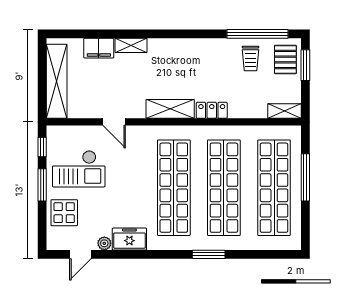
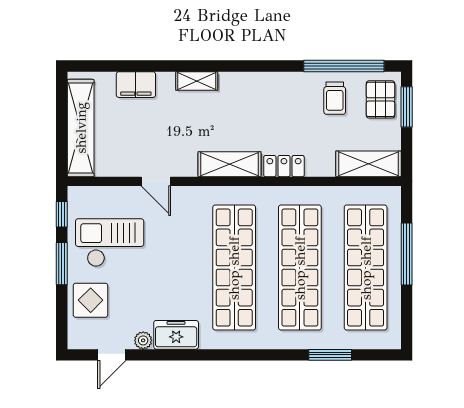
shelving: (131, 45) -> (197, 81), moved
shelving: (285, 111) -> (368, 164), width x1.50, depth x1.33
checkout: (79, 169) -> (110, 243), turned 180
window: (209, 254) -> (330, 355), moved

